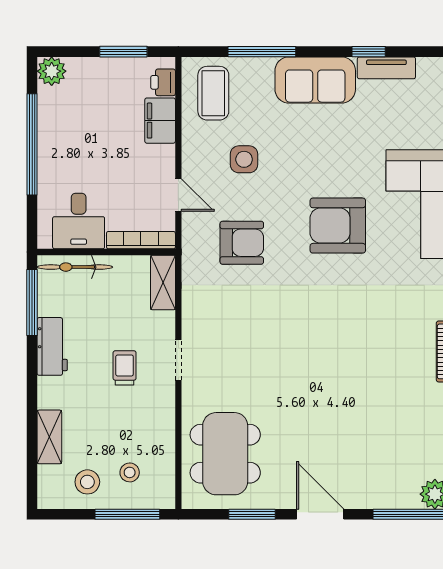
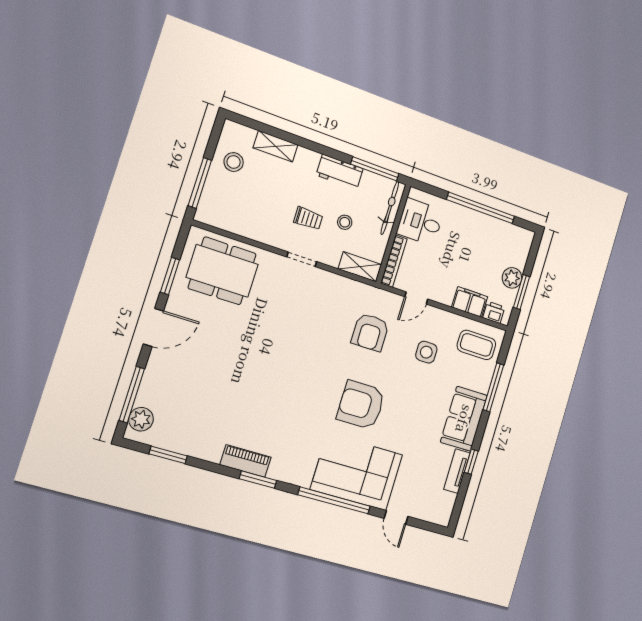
plant: (52, 71) -> (512, 278), moved
armchair: (338, 226) -> (361, 405), turned -90
stool: (130, 472) -> (345, 222), moved

